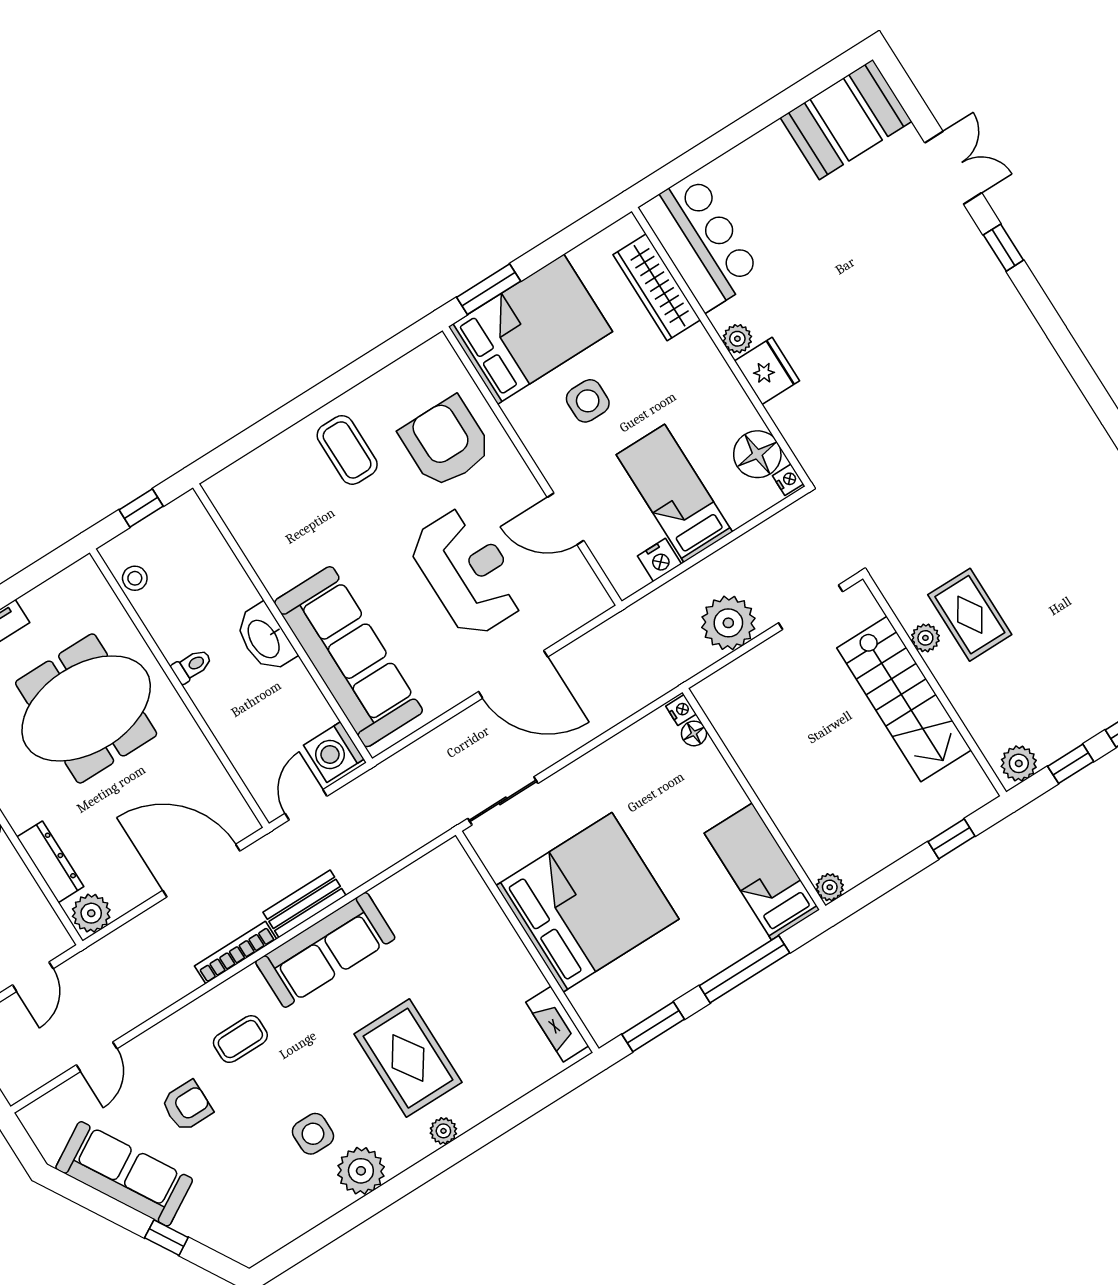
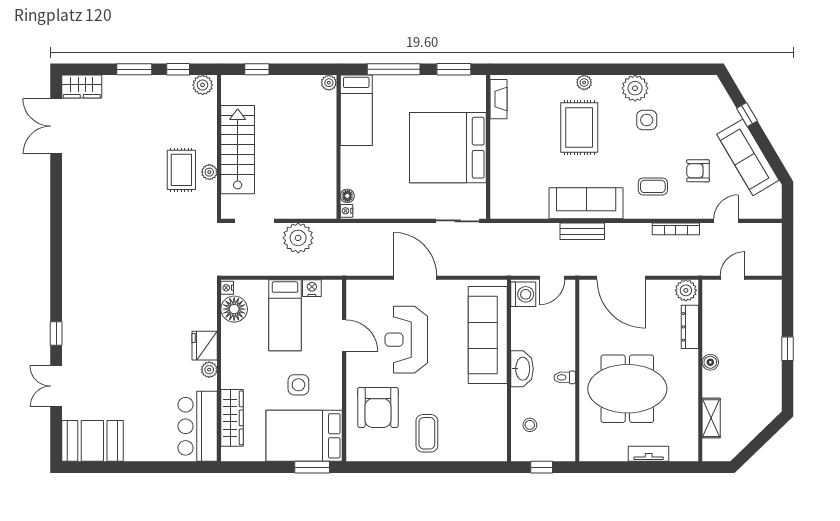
stool: (135, 578) -> (530, 425), moved
bookcase: (236, 953) -> (676, 229), moved

